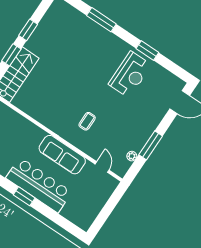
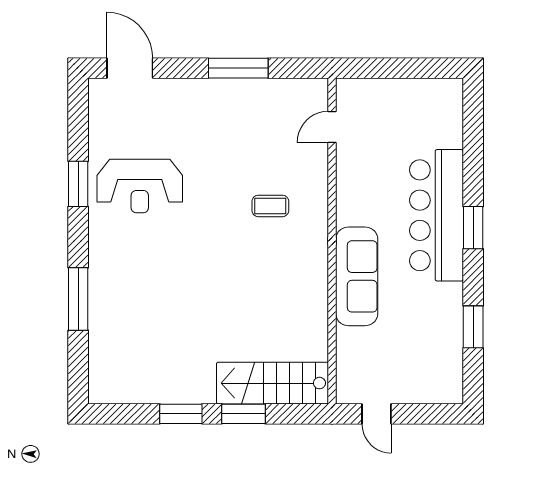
reception desk: (130, 74) -> (140, 186), turned 180
sofa: (62, 155) -> (357, 276), moved
plant: (132, 156) -> (279, 88), removed

